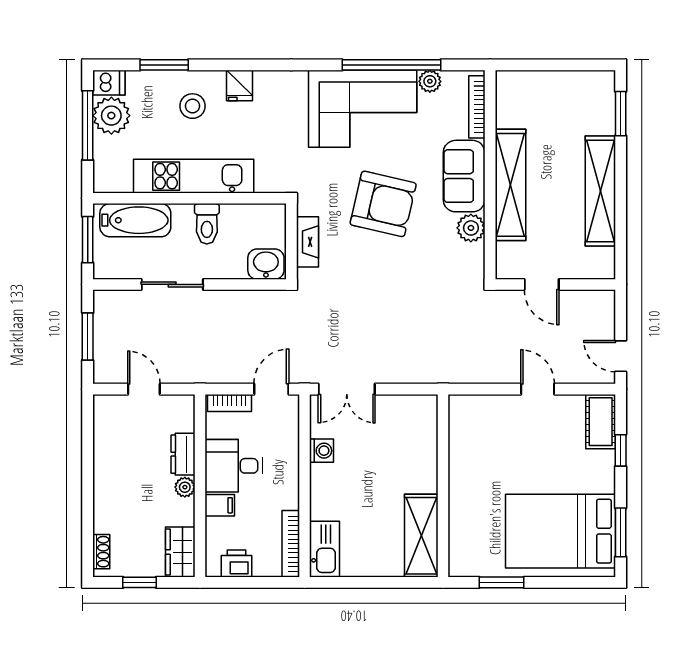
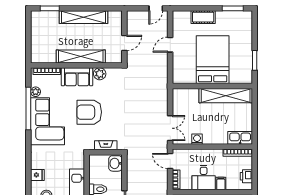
armchair: (383, 204) -> (89, 112), turned -103
cot: (601, 422) -> (203, 17), moved
window: (621, 450) -> (197, 8), removed
bed: (561, 531) -> (213, 60), moved, turned 180
shelving: (421, 536) -> (226, 96), width x1.47

